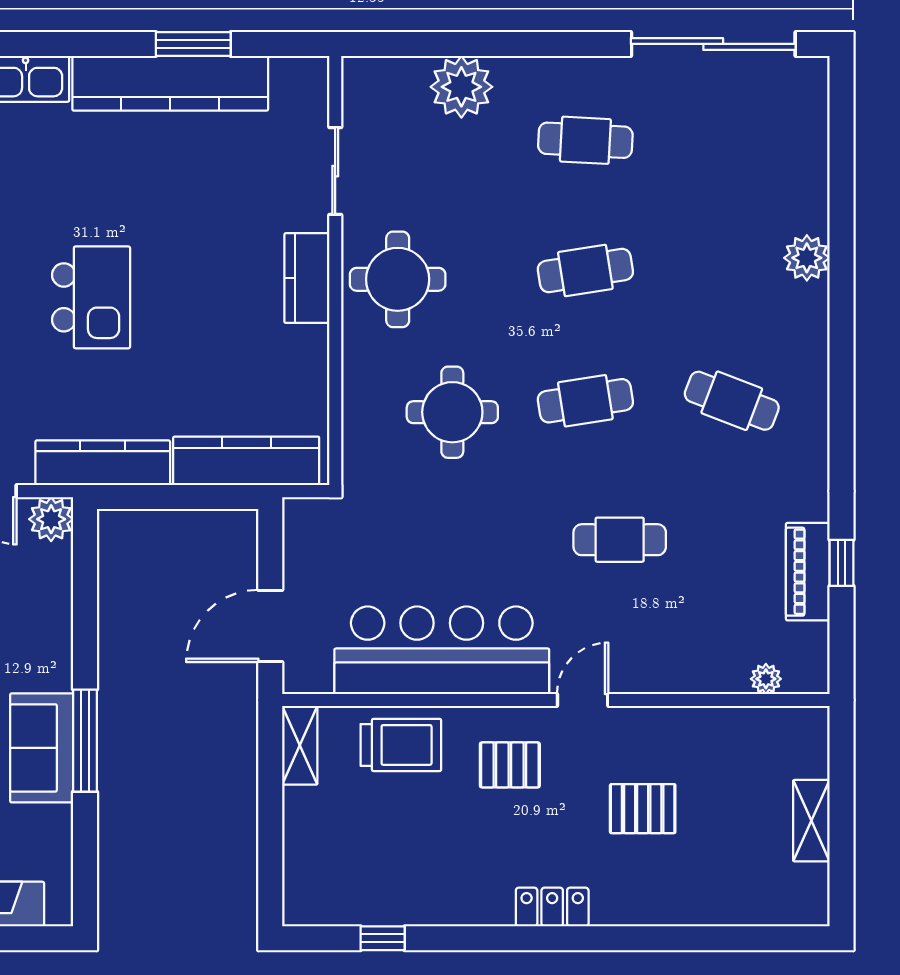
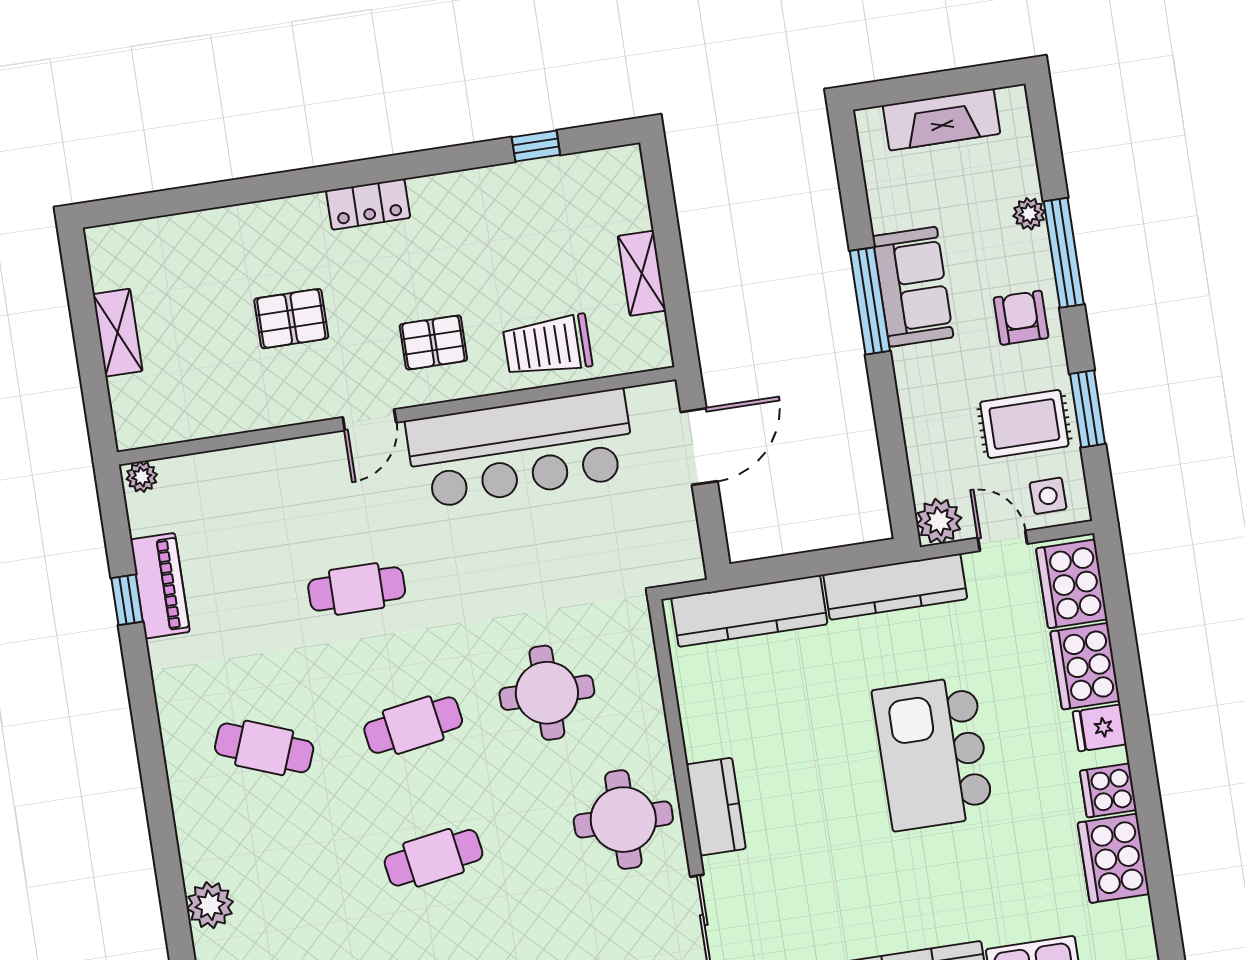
kitchen island: (91, 297) -> (933, 753), width x1.37, depth x1.28
plant: (766, 679) -> (142, 477), moved
shelving: (300, 745) -> (642, 273), moved

